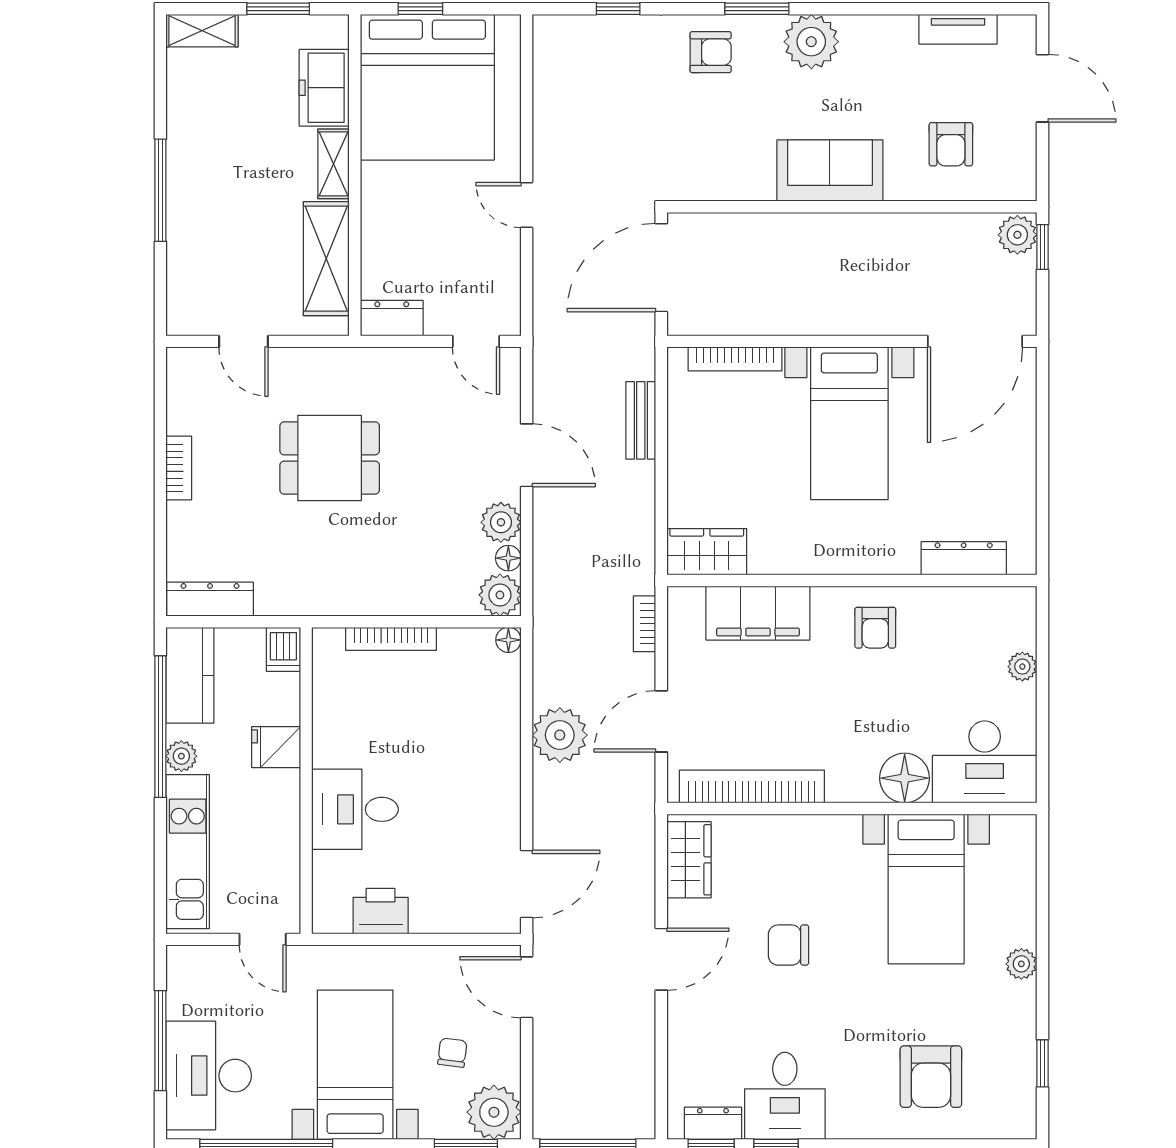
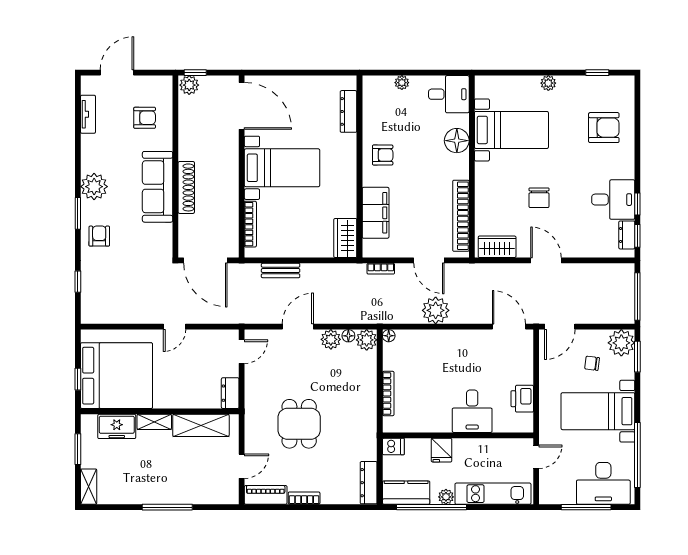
sofa: (830, 171) -> (158, 187), width x1.36
shoe rack: (809, 229) -> (186, 187), added
piano: (185, 390) -> (266, 495), added
desk: (985, 762) -> (449, 94), width x0.73

